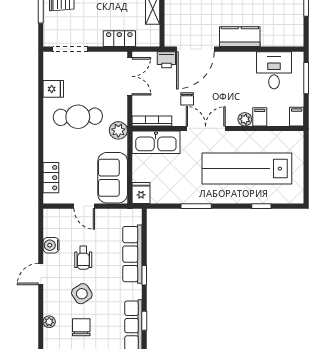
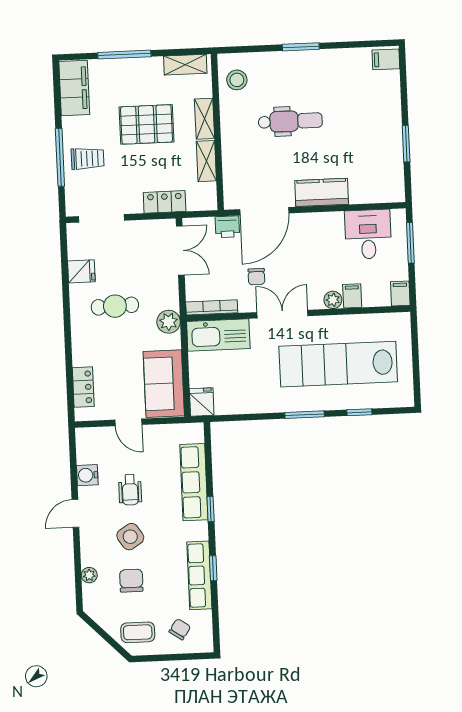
cafe table: (78, 117) -> (115, 306), width x0.73, depth x0.74
window: (196, 206) -> (305, 415), moved

